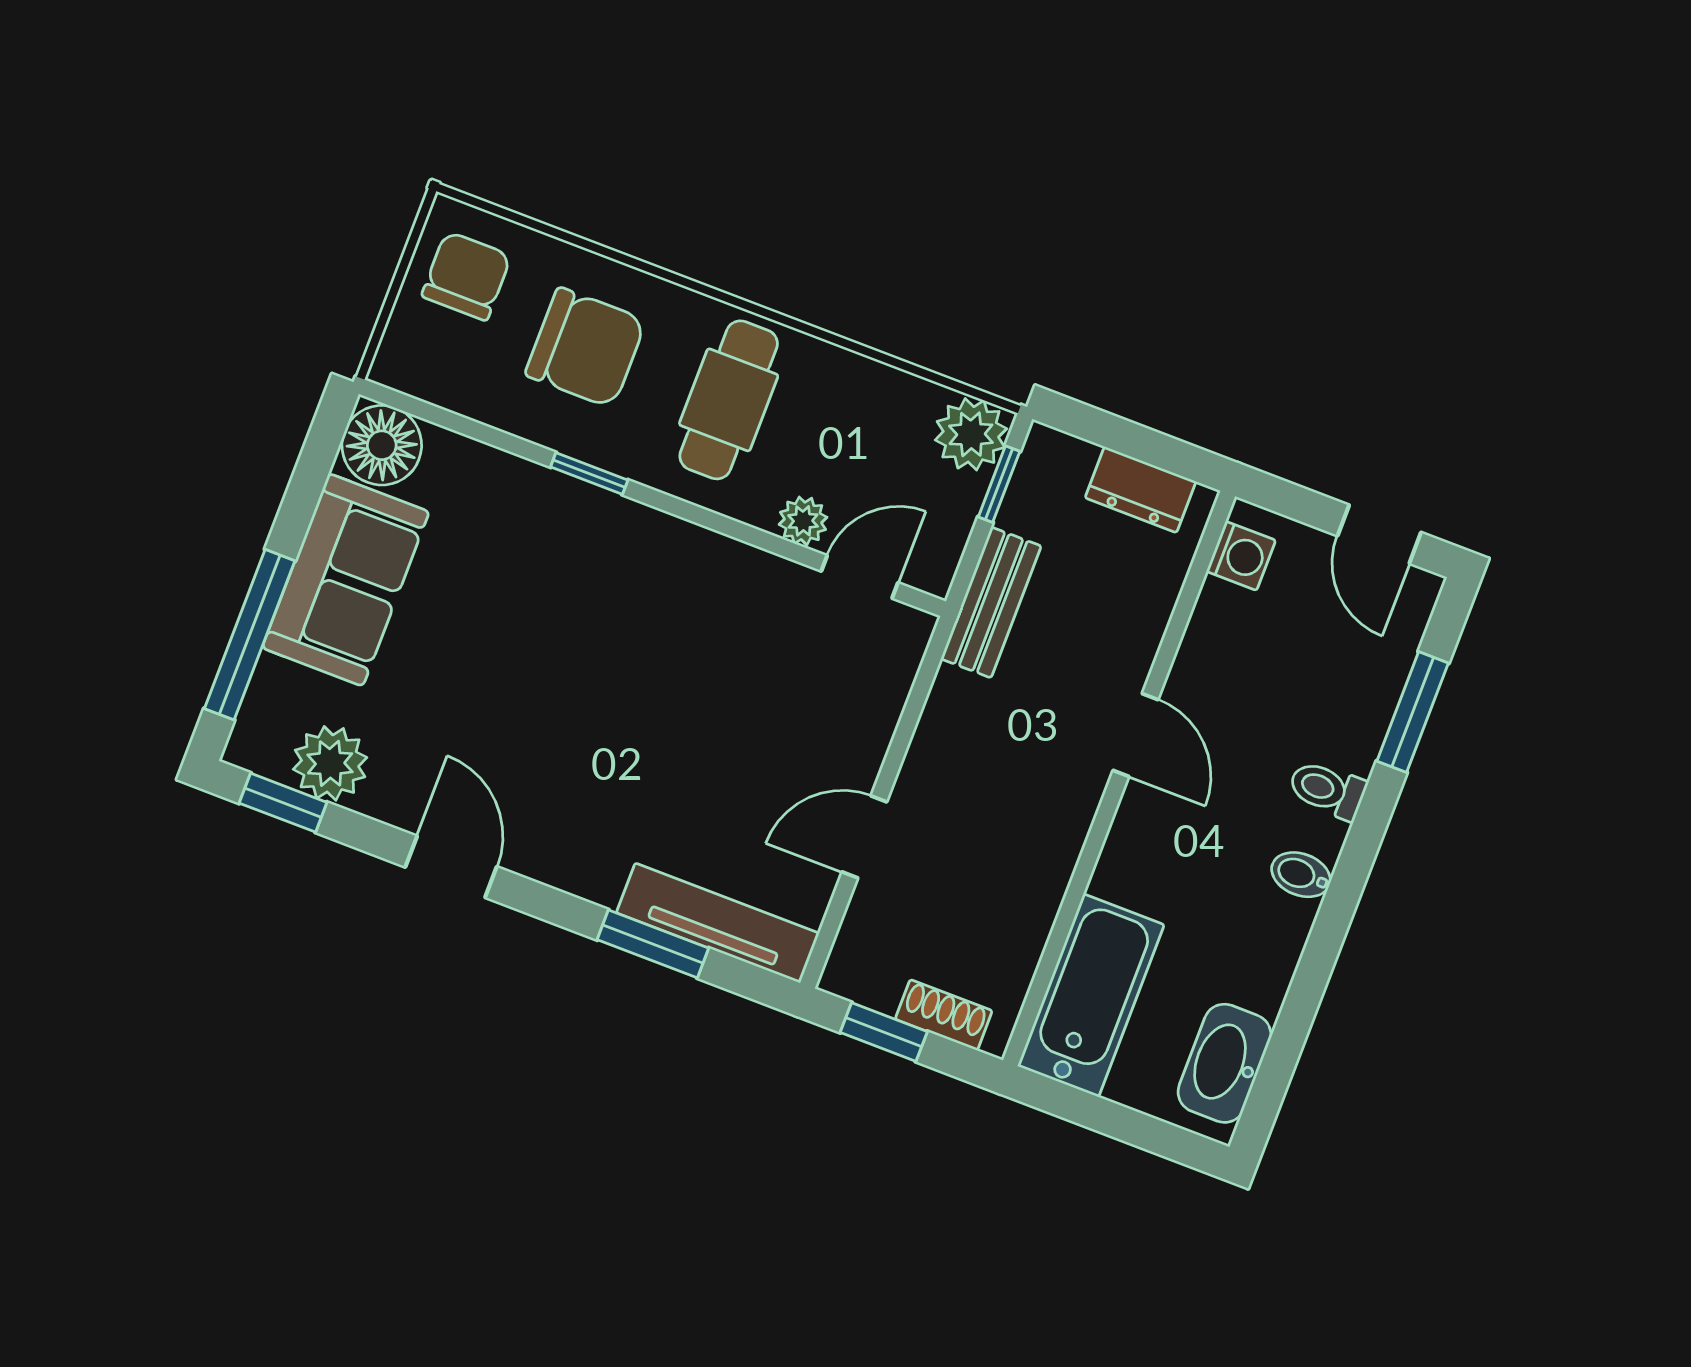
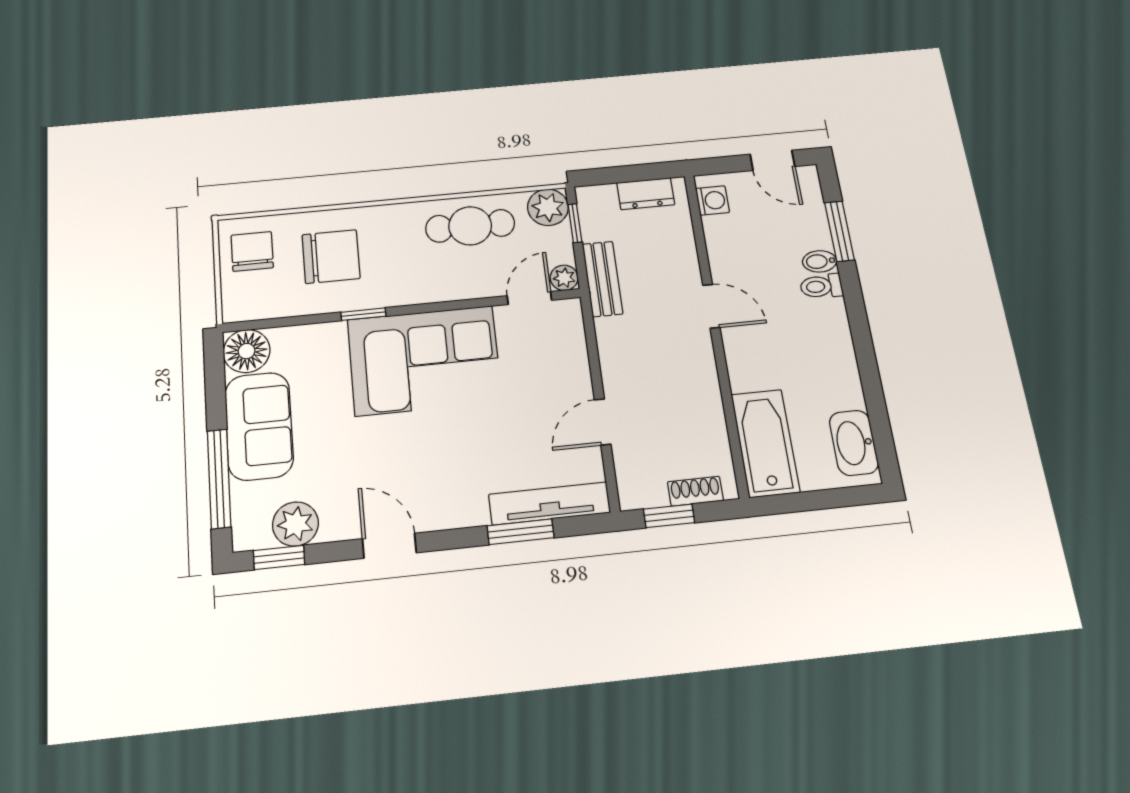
cafe table: (729, 400) -> (470, 226), moved, turned 90
plant: (803, 521) -> (564, 278), moved
corner sofa: (645, 599) -> (424, 360), added
bidet: (1301, 875) -> (820, 261), moved

